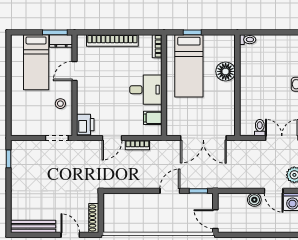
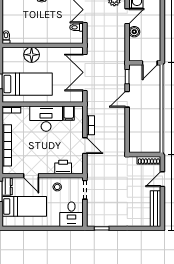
desk: (146, 90) -> (46, 119), width x1.37
desk: (26, 121) -> (71, 214), added
printer: (85, 125) -> (63, 167), moved
double door: (203, 138) -> (85, 72), swing flipped
door: (170, 191) -> (127, 99), hinge flipped

